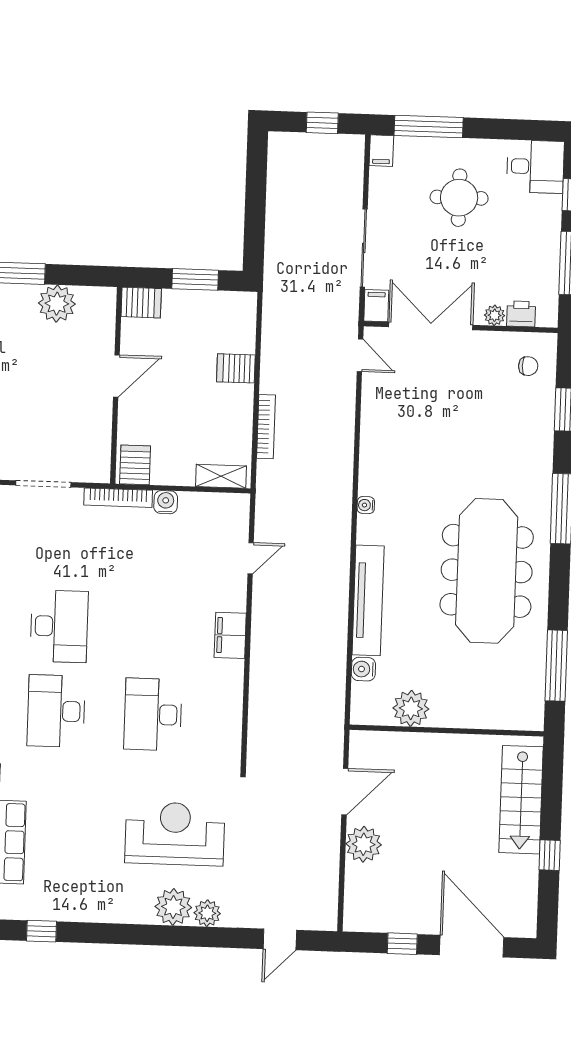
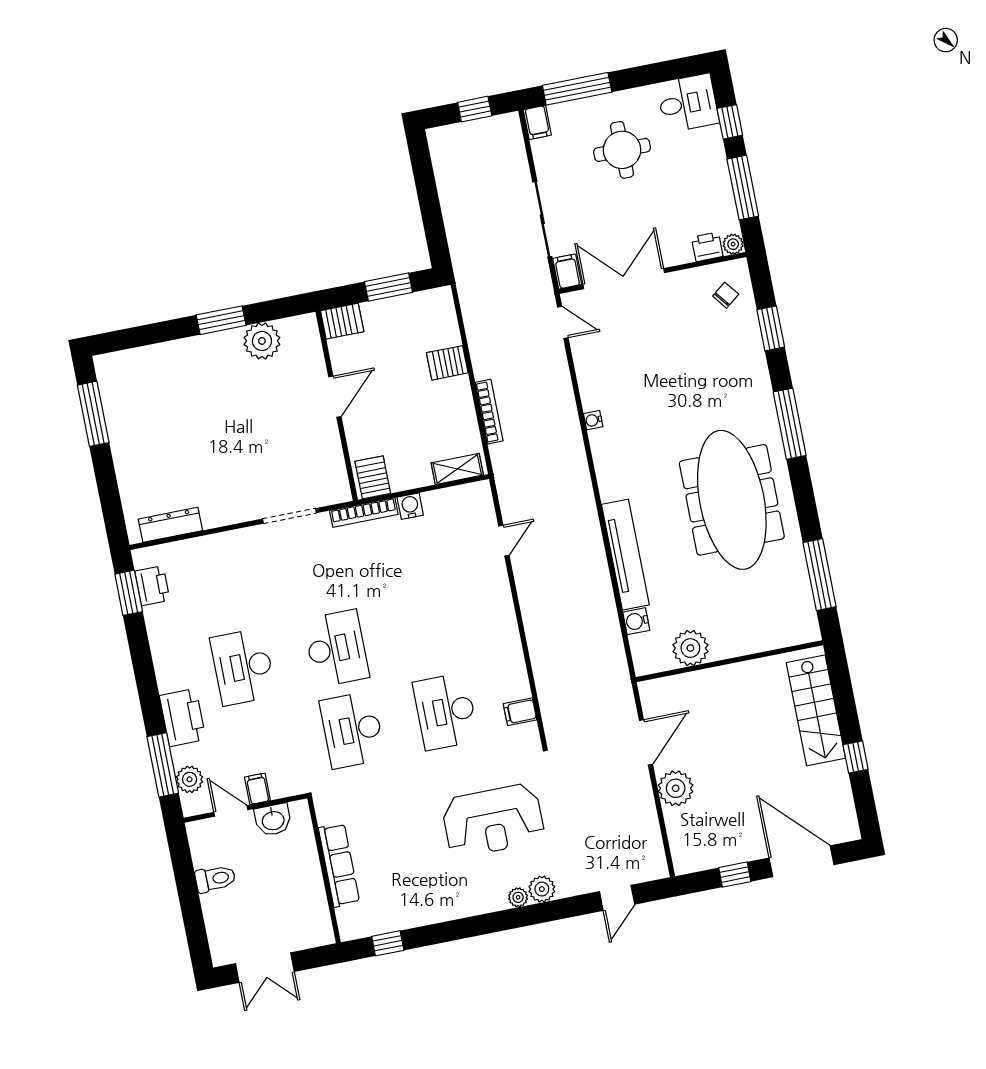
plant: (495, 315) -> (733, 244), moved
chair: (528, 366) -> (726, 295), turned -38
water cooler: (366, 505) -> (593, 420), moved
filing cabinet: (230, 635) -> (520, 712), moved, width x0.50
reception desk: (175, 834) -> (493, 820), turned 180
plant: (173, 907) -> (518, 897), width x0.53, depth x0.53

